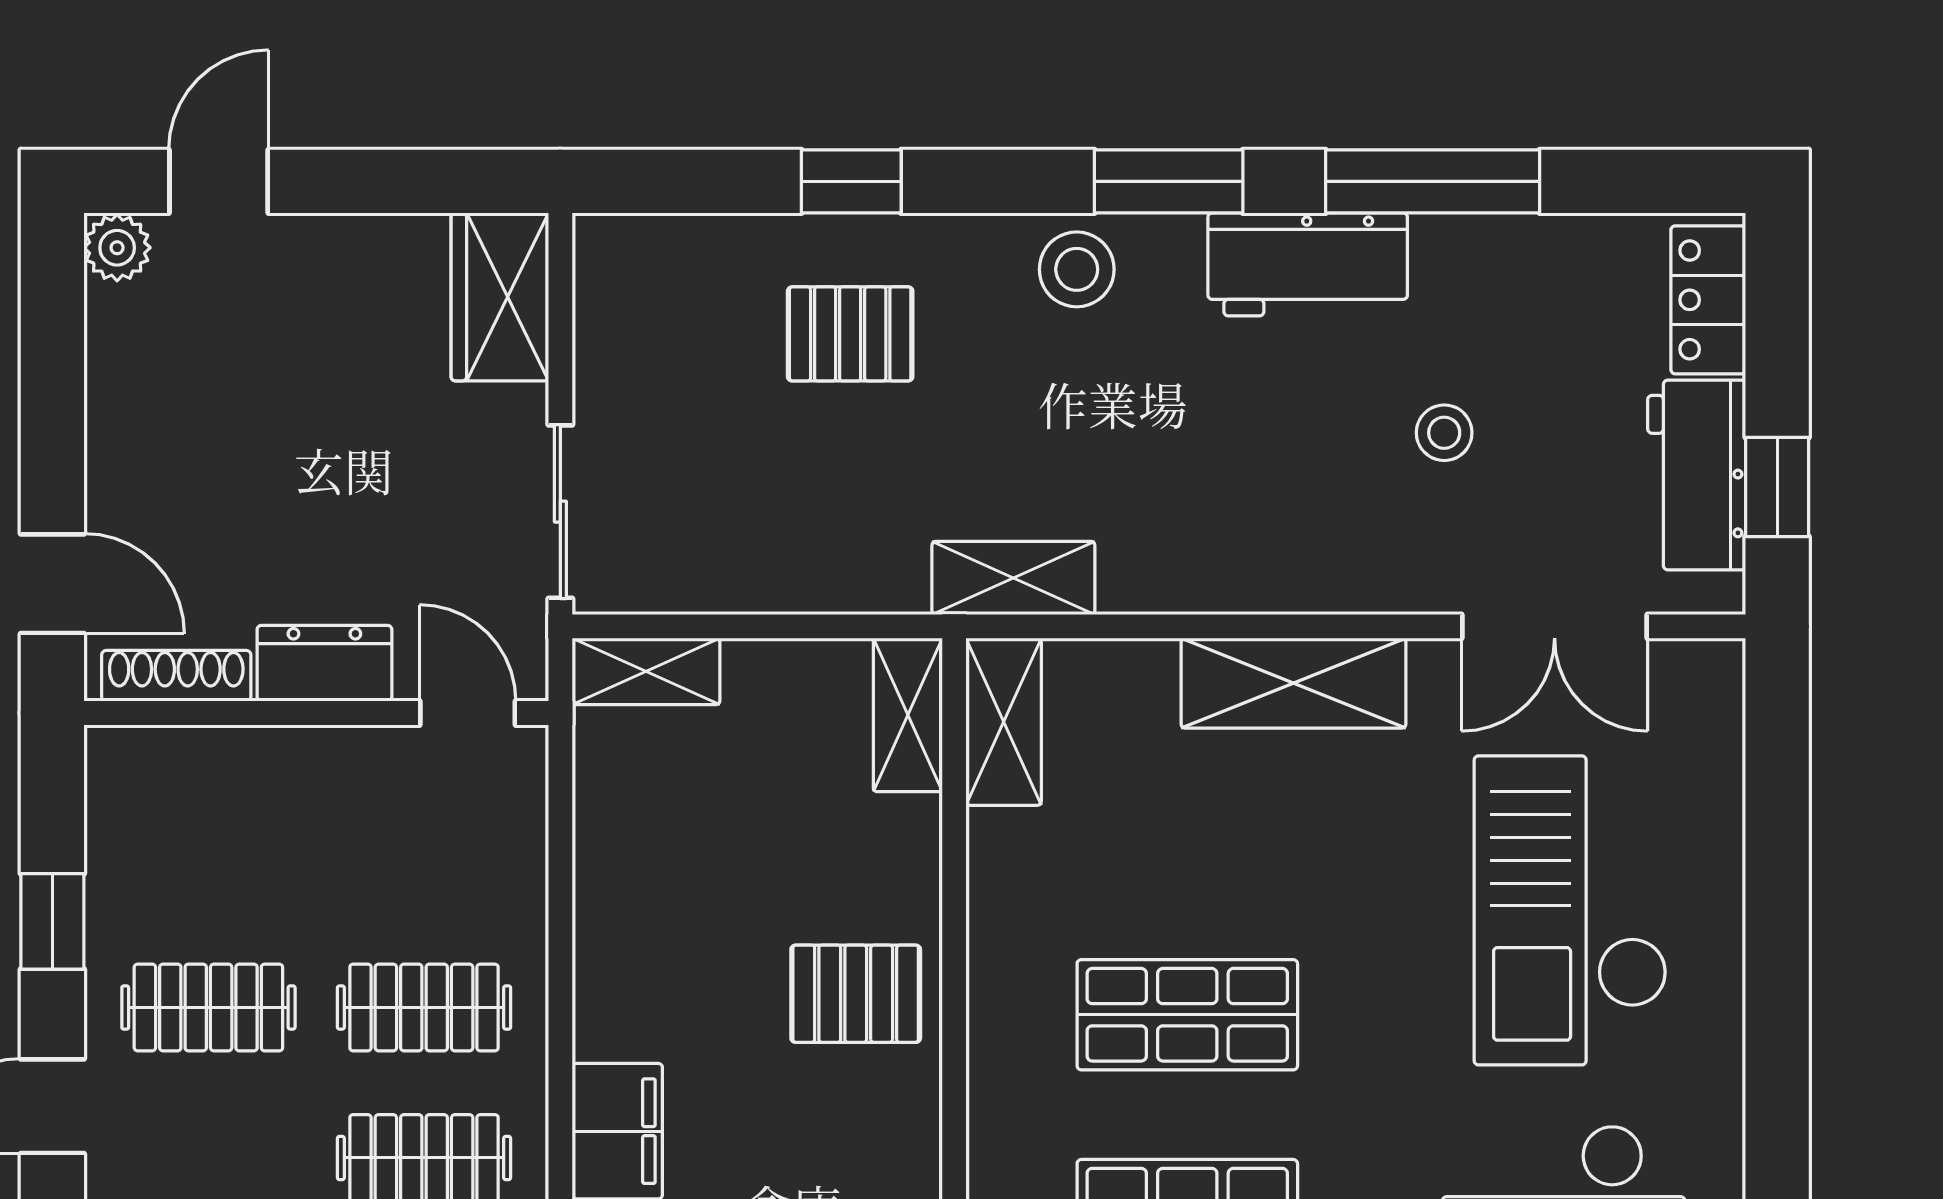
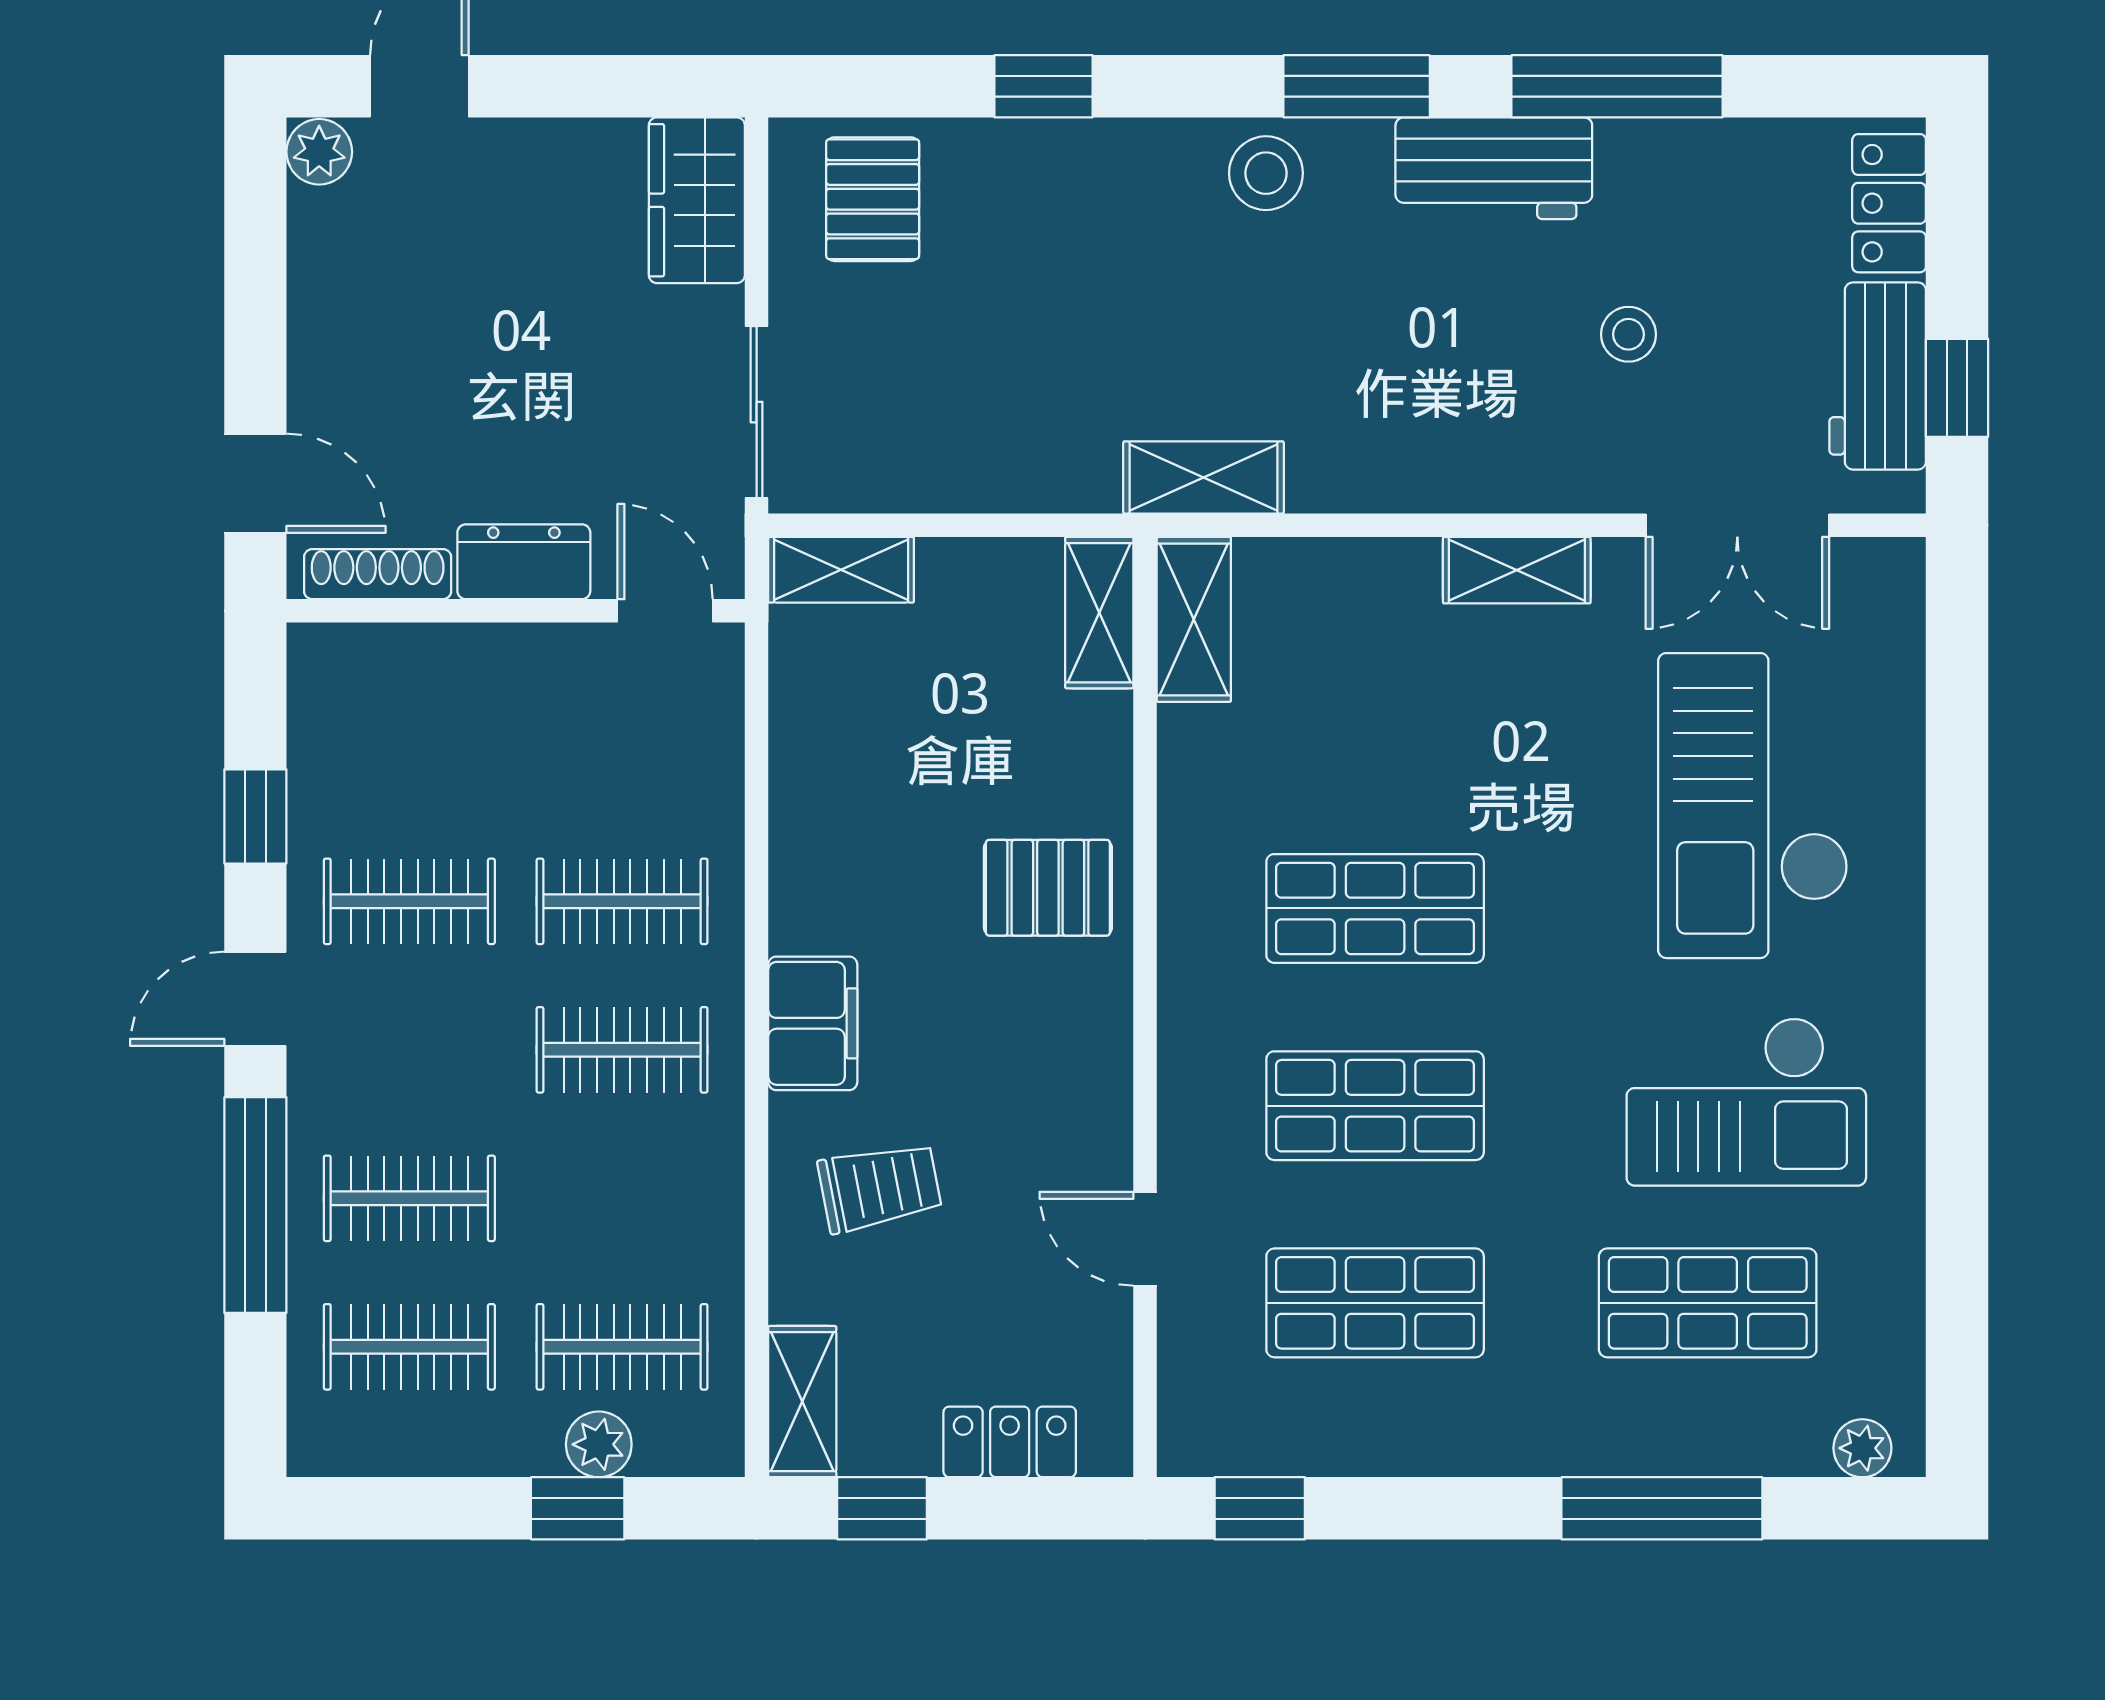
pallet: (850, 334) -> (873, 199), moved, turned 90
shelving: (1294, 683) -> (1517, 570), width x0.67, depth x0.75

